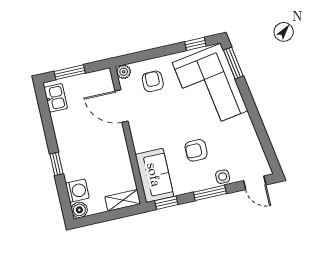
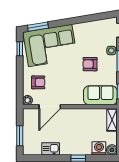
armchair: (153, 81) -> (38, 82), turned 180
kitchen sink: (56, 98) -> (51, 149), moved
armchair: (196, 150) -> (90, 64), turned 90

